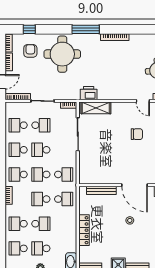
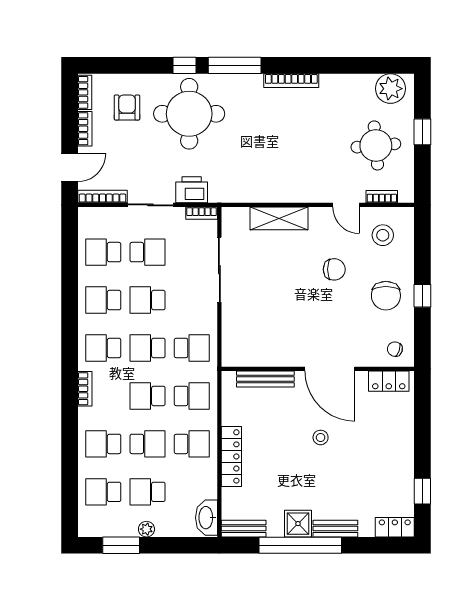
window: (29, 29) -> (185, 65), moved
printer: (89, 93) -> (192, 190), moved
shelving: (96, 108) -> (279, 218), moved
school desk: (64, 224) -> (192, 444), added

